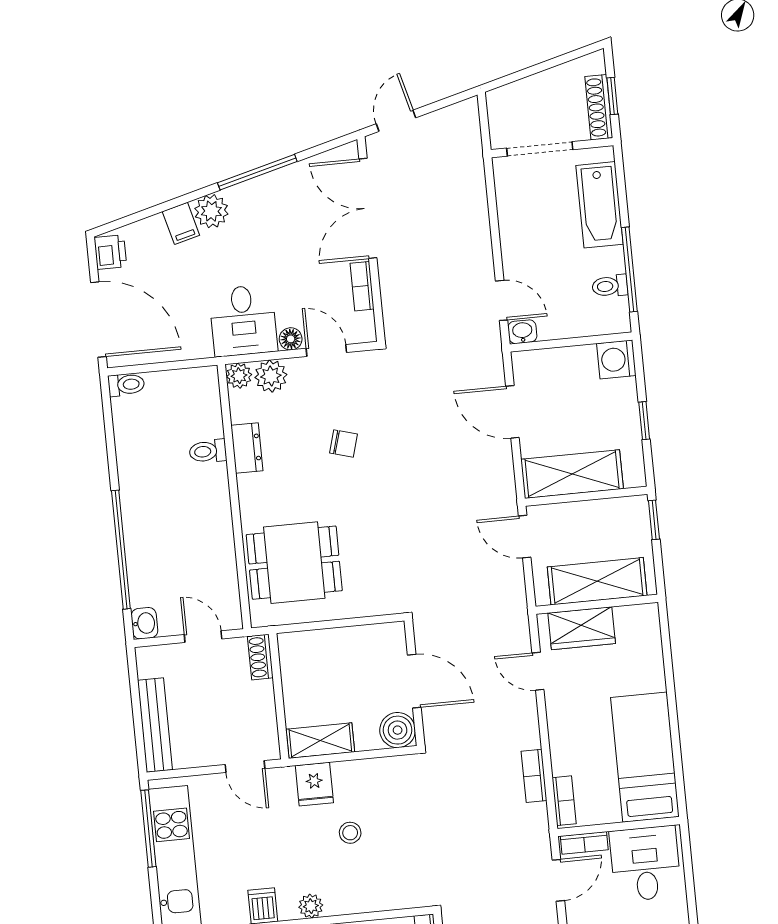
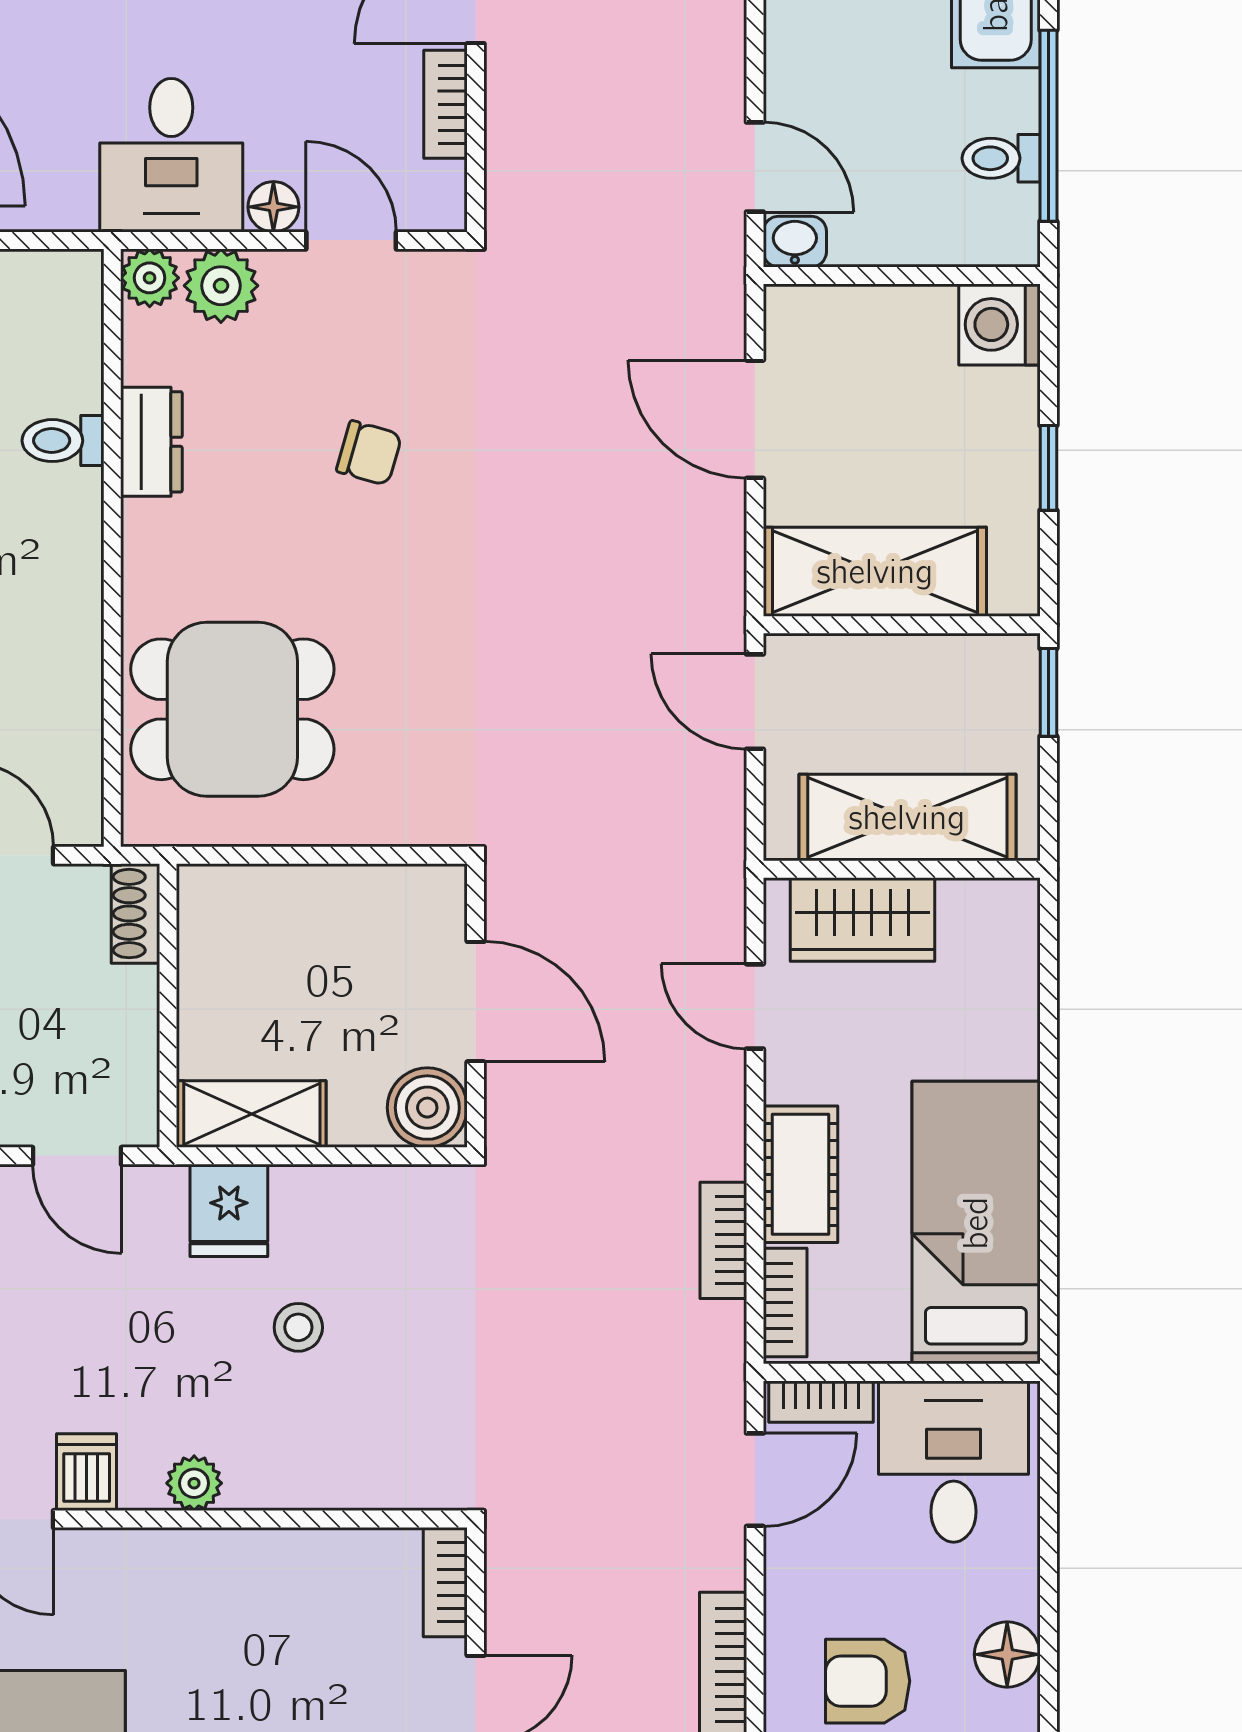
cot: (565, 743) -> (801, 1174), added

